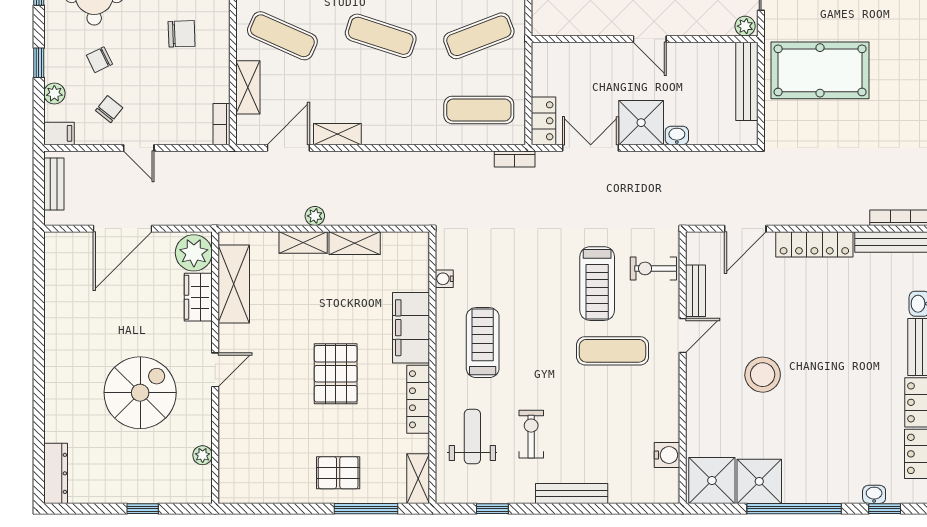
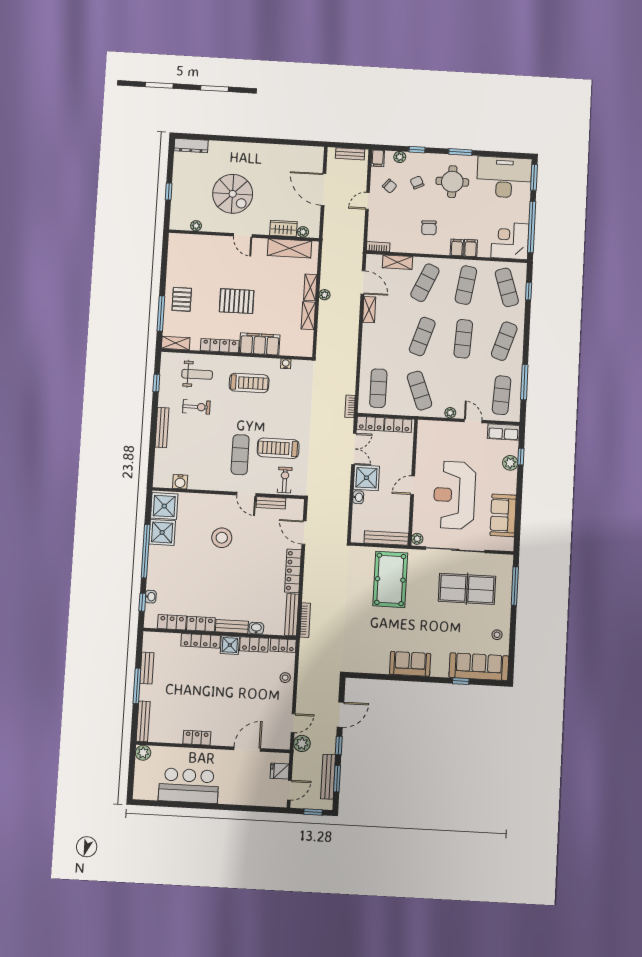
locker: (544, 71) -> (398, 425), added
plant: (194, 253) -> (303, 232), width x0.53, depth x0.53

